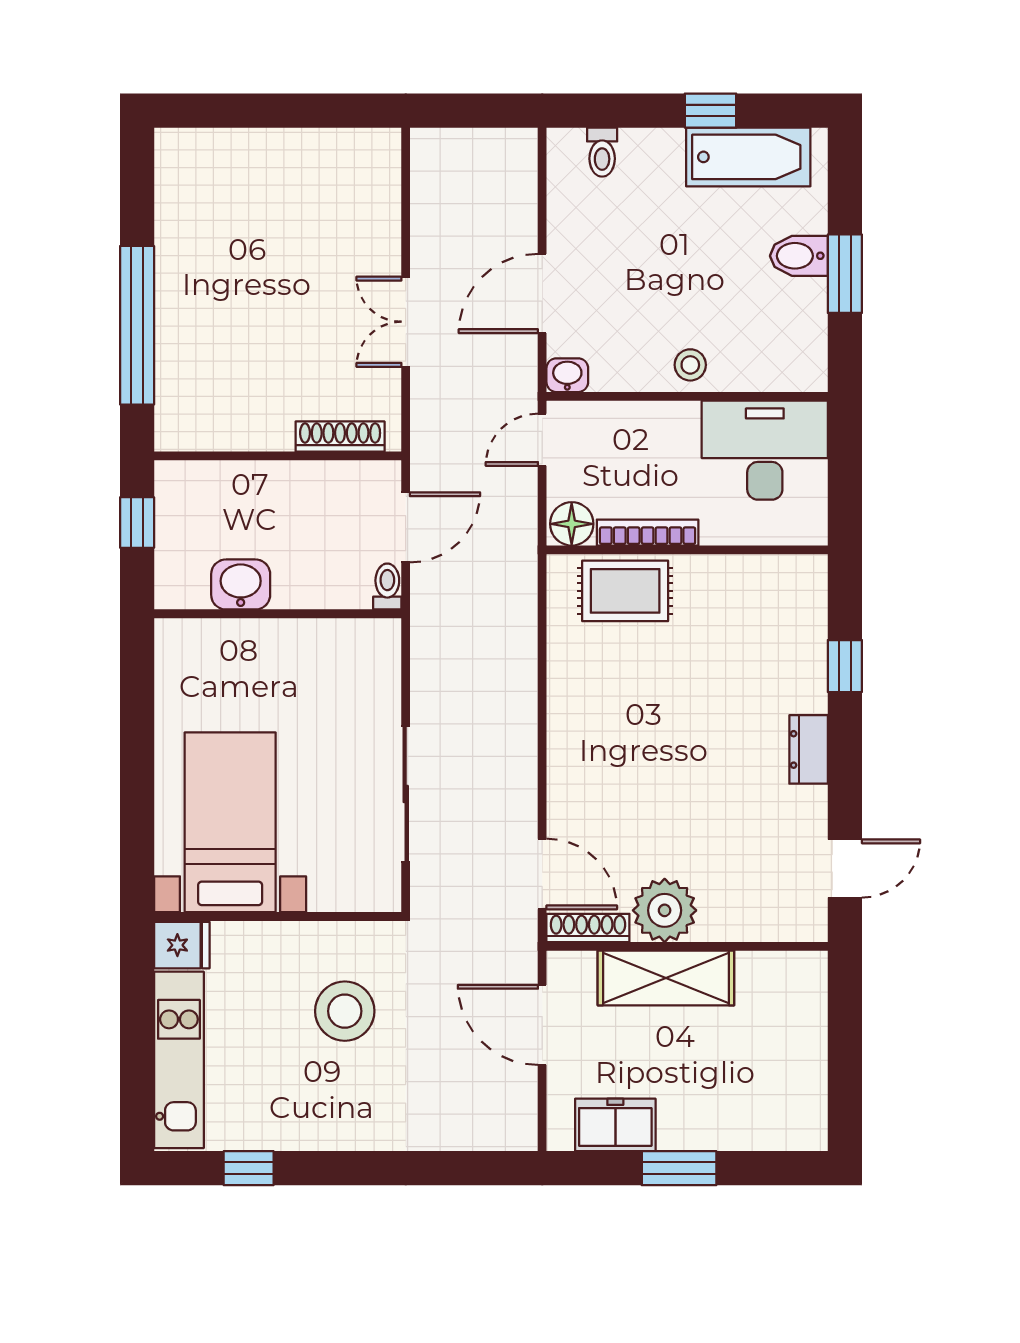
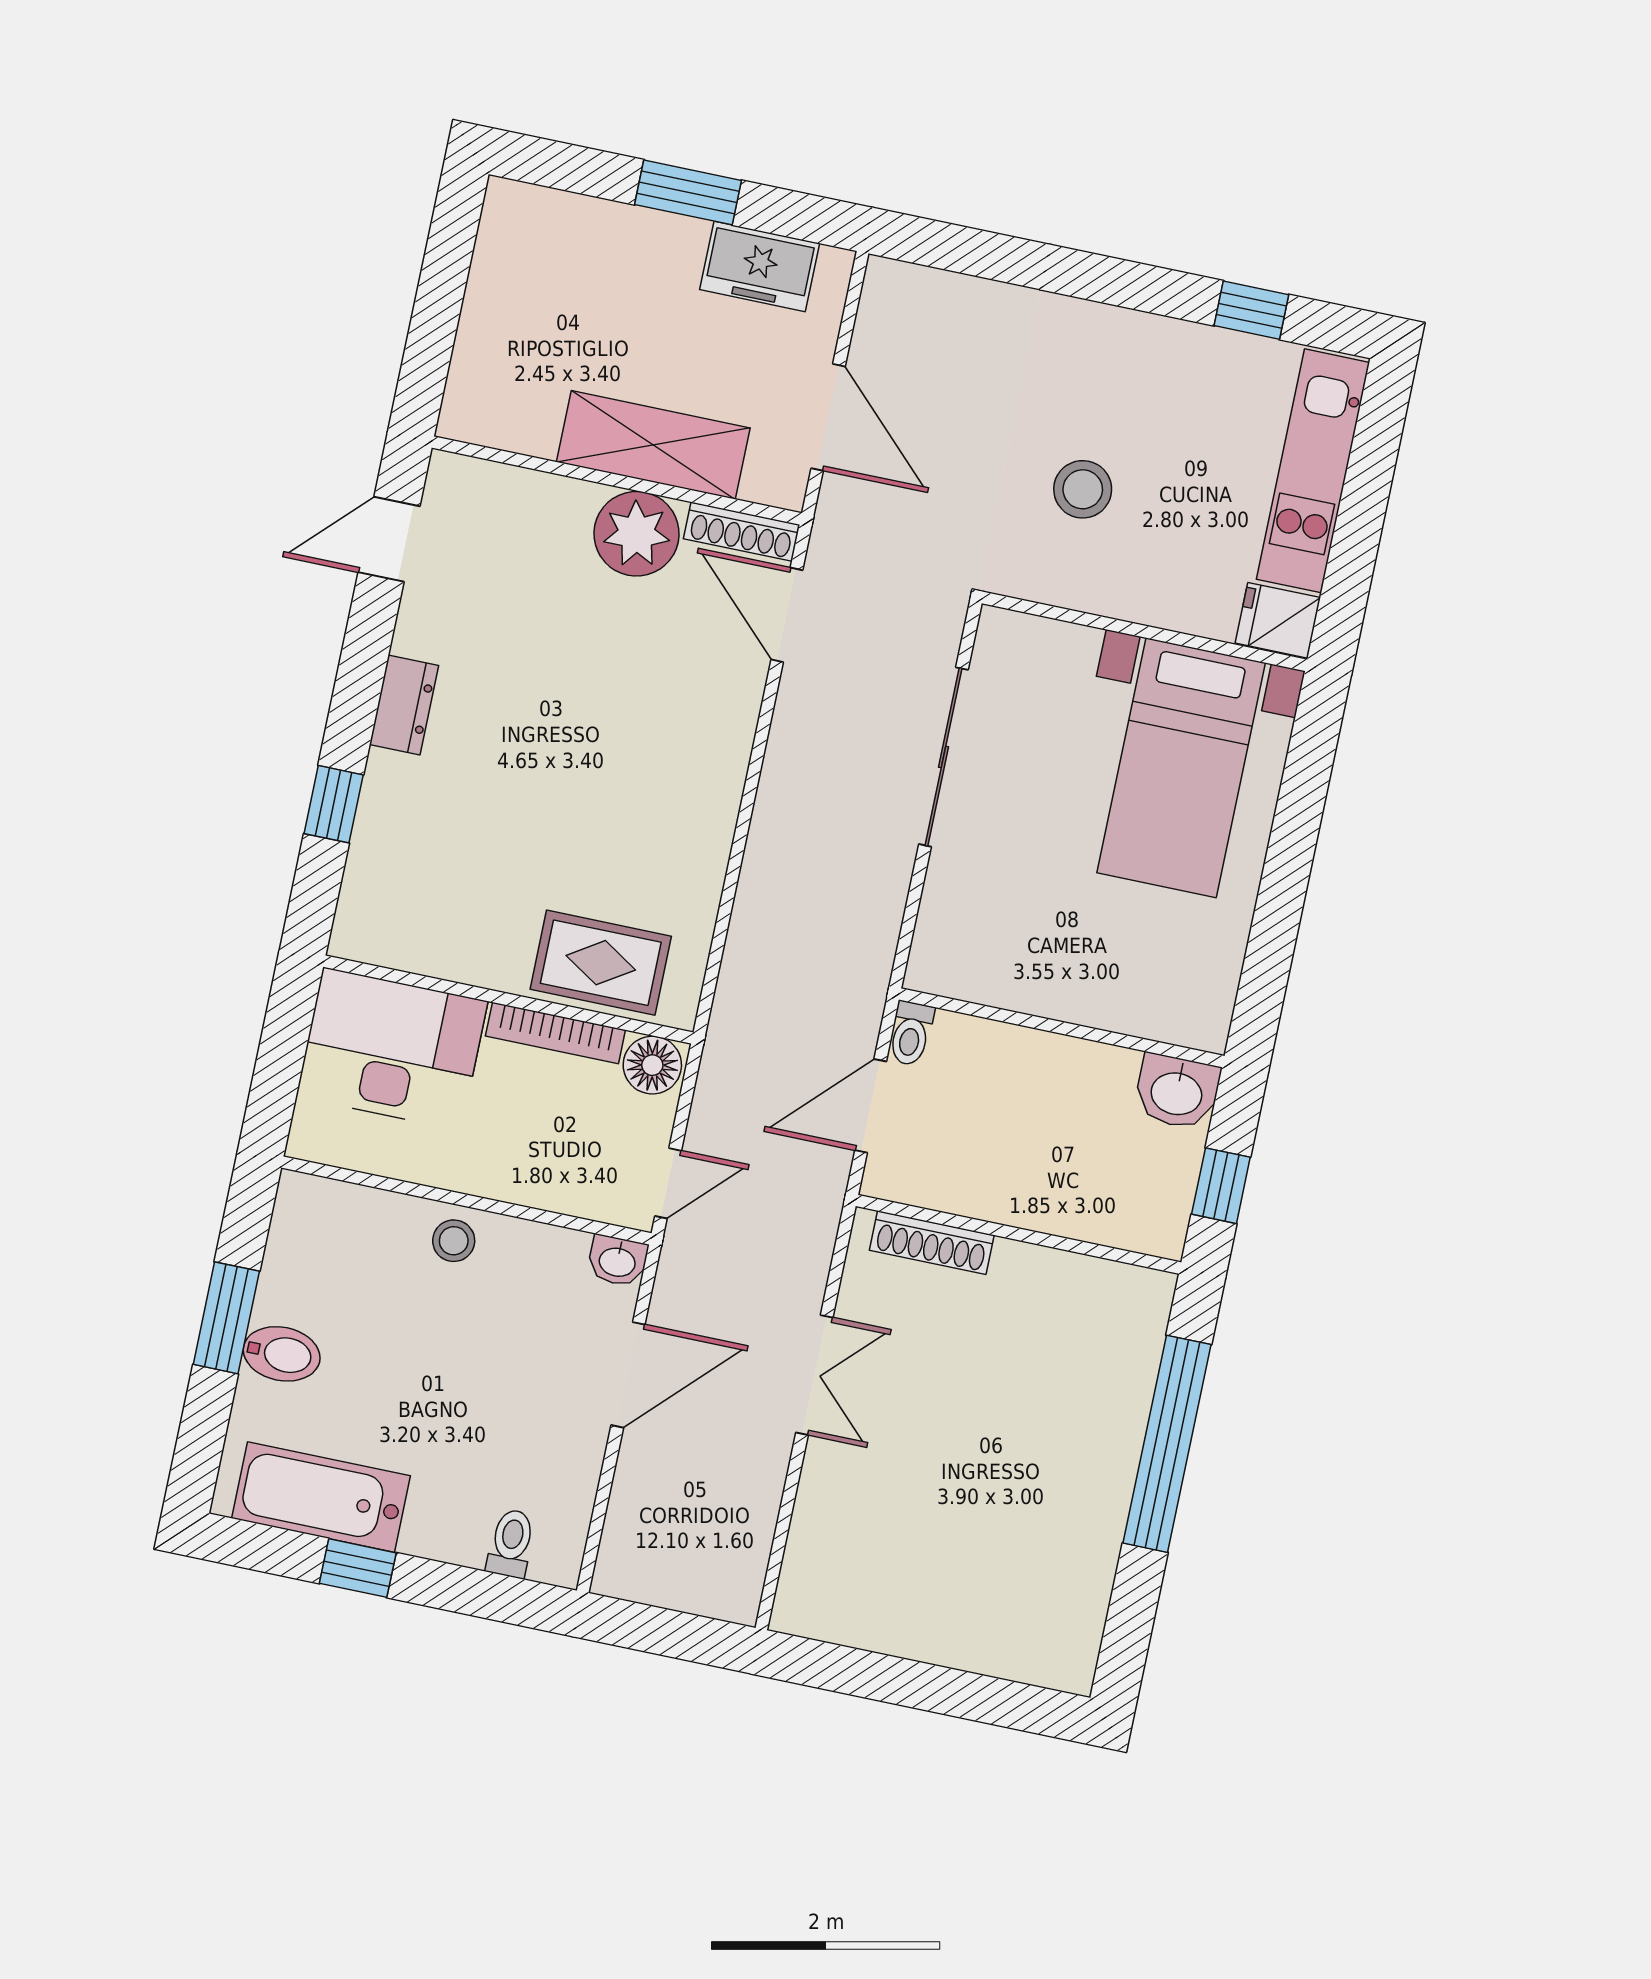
desk: (765, 450) -> (392, 1049), moved, turned 180
washbasin: (241, 584) -> (1177, 1092), moved
stool: (345, 1011) -> (1083, 489), width x0.73, depth x0.73

